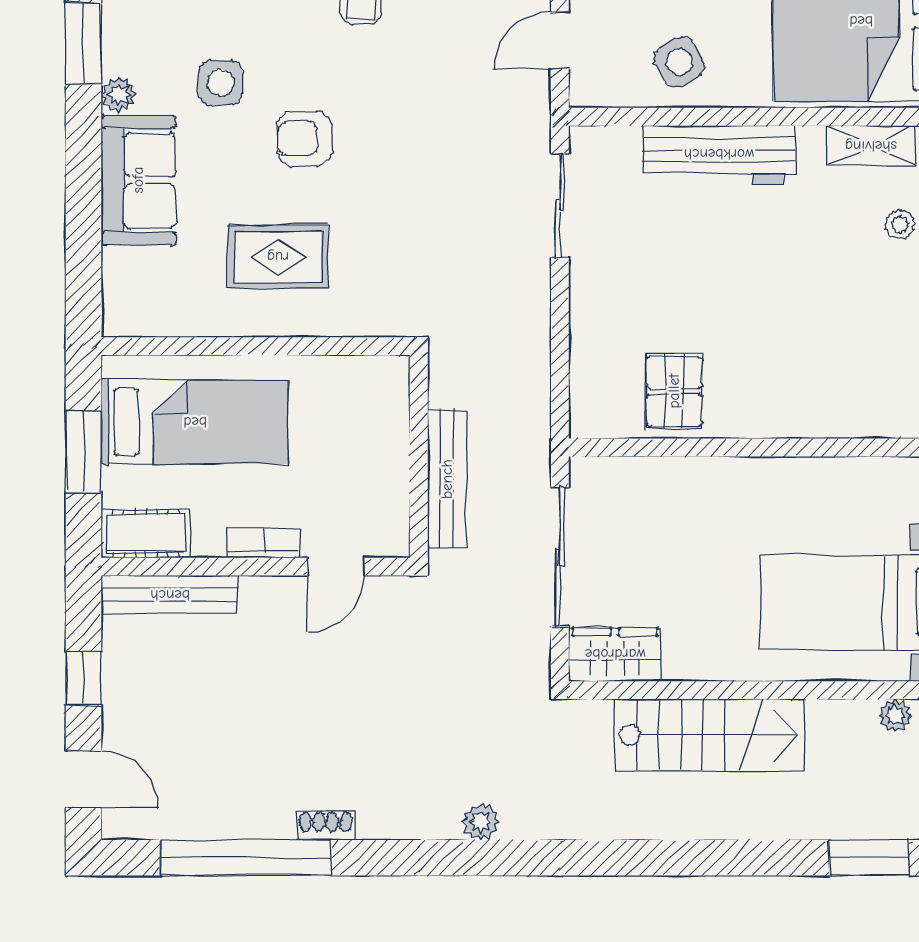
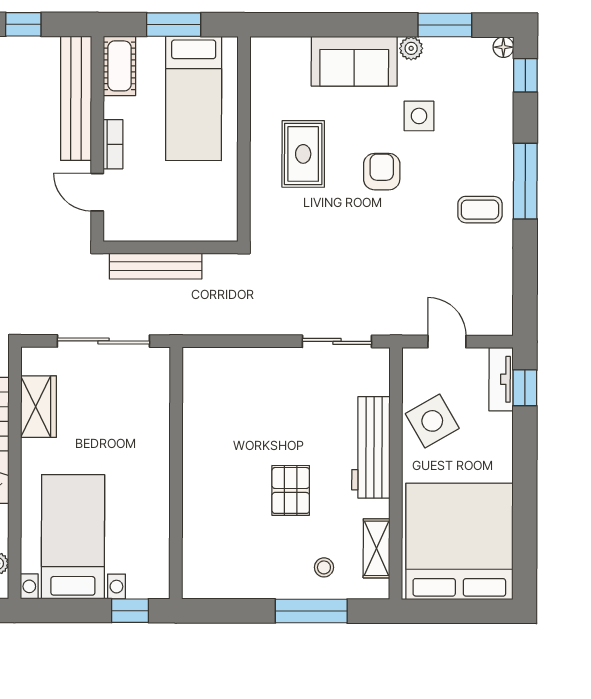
side table: (679, 62) -> (432, 421), width x1.37, depth x1.37
pallet: (674, 391) -> (291, 490), moved, turned 90
bench: (170, 595) -> (76, 98), width x1.37, depth x1.21
wardrobe: (615, 654) -> (38, 407), moved

